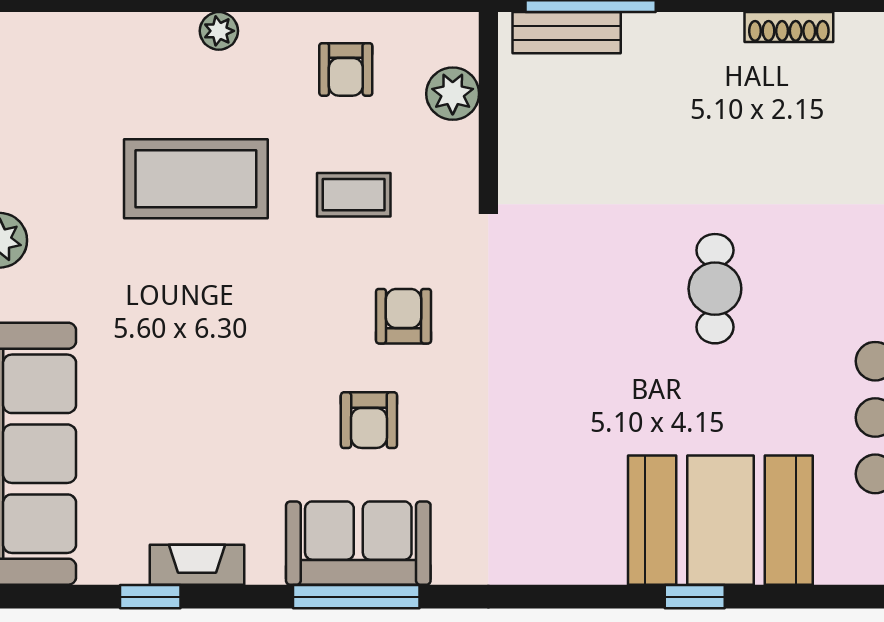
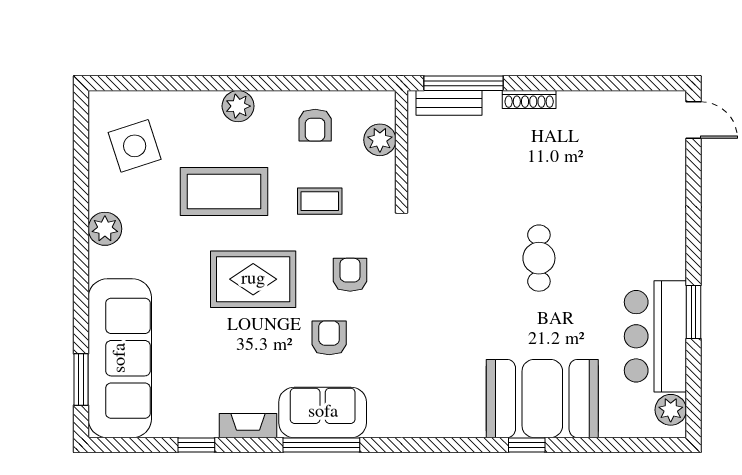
shoe rack: (789, 27) -> (529, 99), moved
plant: (219, 31) -> (238, 106), width x1.38, depth x1.38
side table: (48, 104) -> (135, 146), added
rug: (244, 323) -> (253, 279), added
armchair: (369, 420) -> (329, 338), turned 180
fireplace: (197, 565) -> (248, 426), moved

